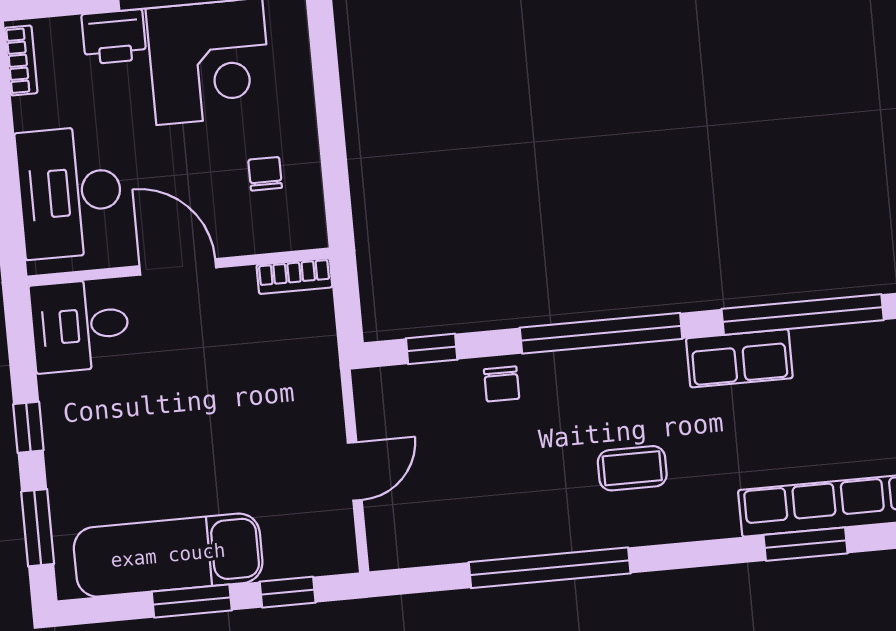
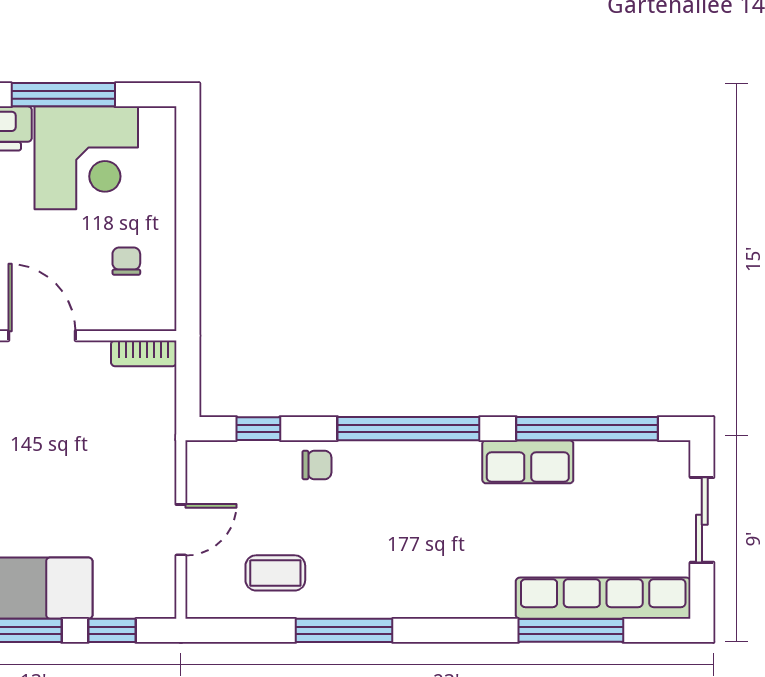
chair: (502, 384) -> (317, 465), turned -90
coffee table: (632, 468) -> (275, 573), moved
window: (806, 544) -> (571, 630), width x1.44
window: (550, 568) -> (344, 630), width x0.68

